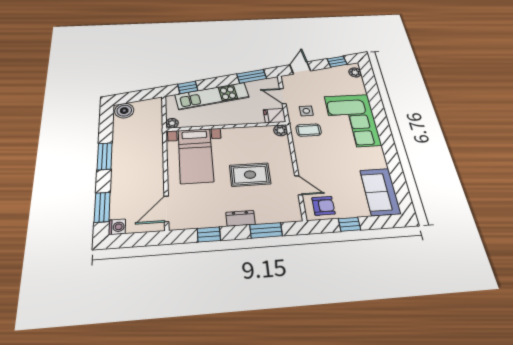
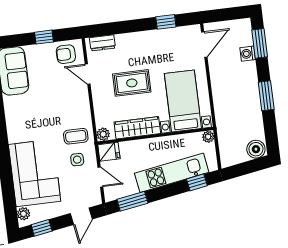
corner sofa: (352, 120) -> (35, 173), moved
wardrobe: (245, 134) -> (137, 128), added
dresser: (240, 218) -> (102, 43), moved
washing machine: (117, 227) -> (248, 54), moved
window: (266, 230) -> (117, 28), removed

